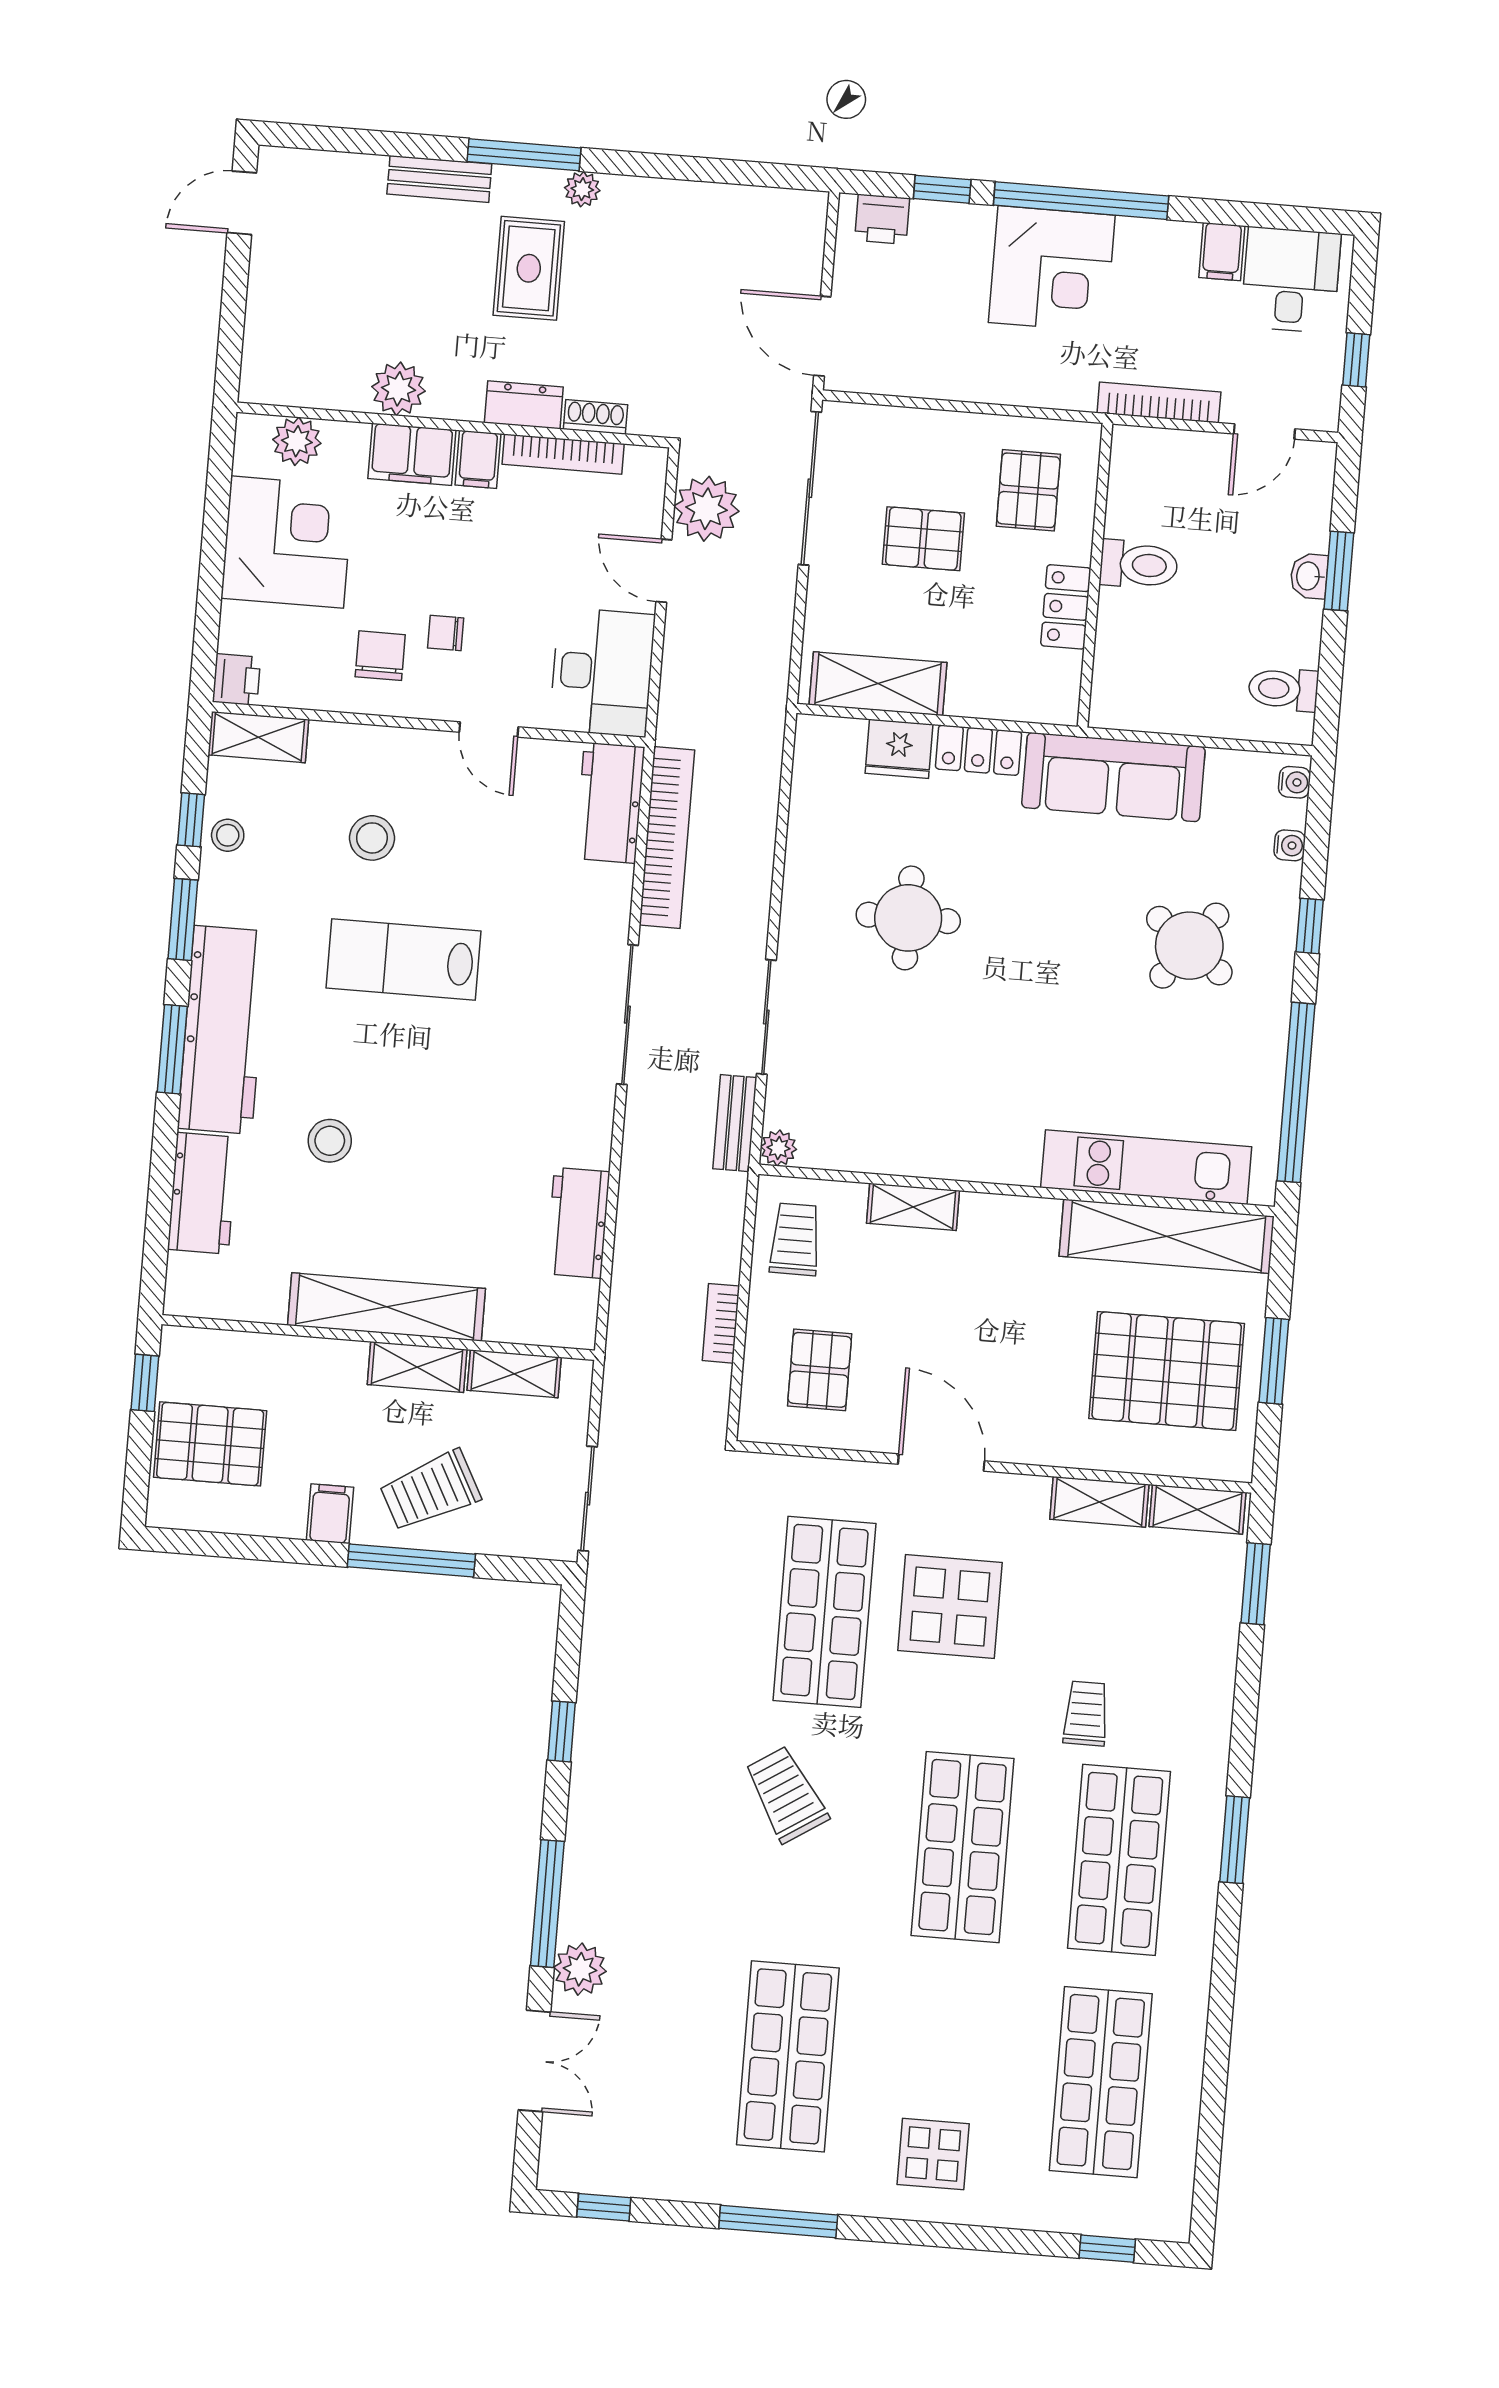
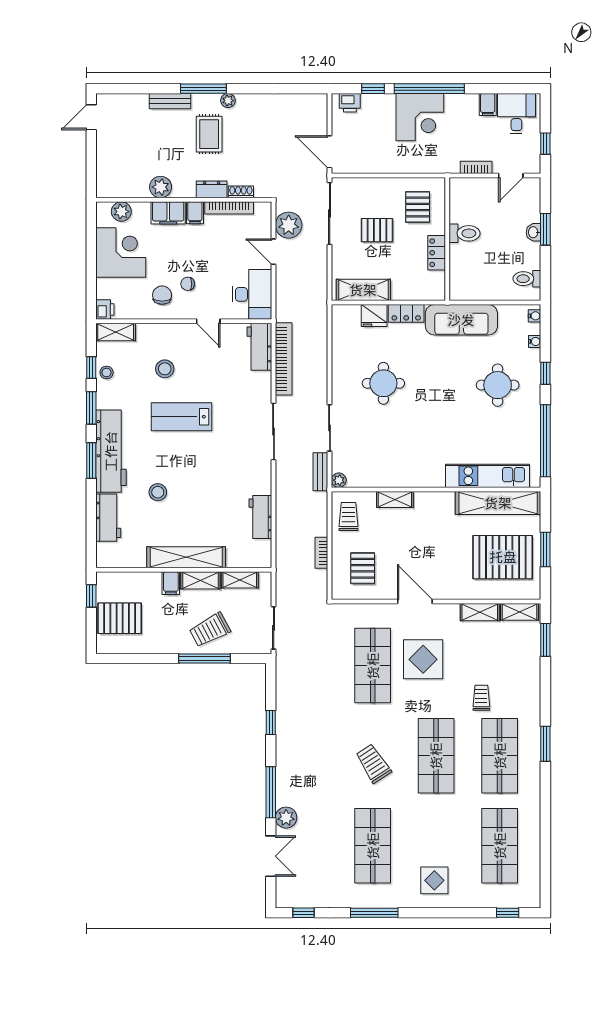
bookcase: (1159, 402) -> (476, 167), width x0.64
round table: (1189, 946) -> (498, 385), turned -37
filing cabinet: (330, 1514) -> (171, 583), moved, turned 180
trolley: (786, 1794) -> (373, 763), moved

